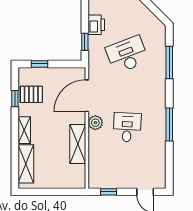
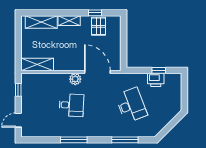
window: (85, 42) -> (159, 70), moved
window: (39, 64) -> (124, 33), removed
shelving: (78, 144) -> (37, 64), moved

